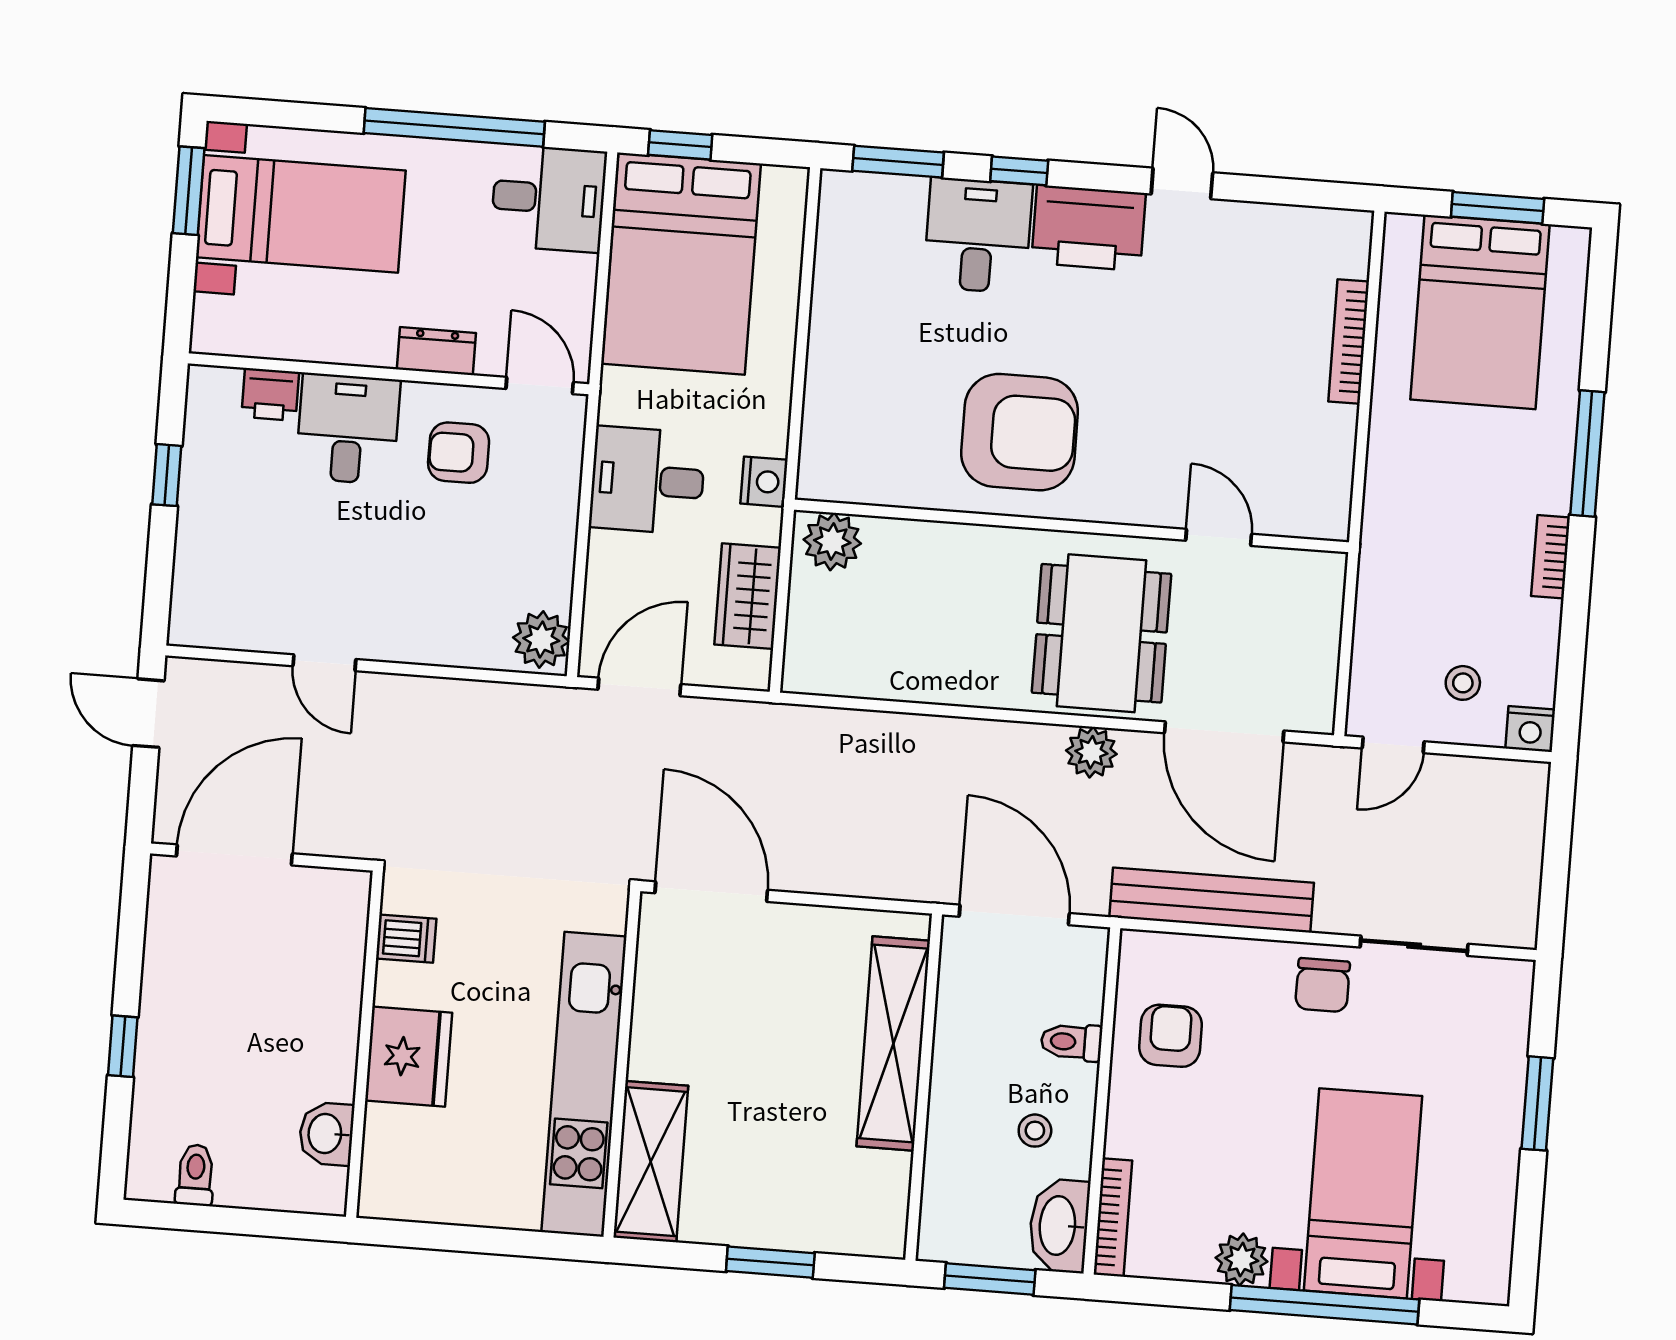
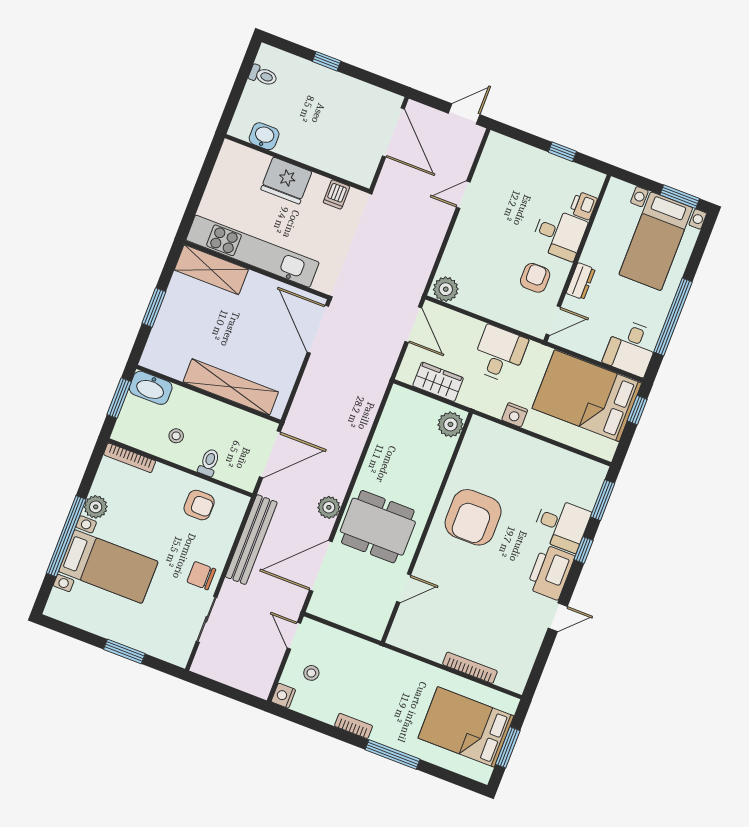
nightstand: (764, 482) -> (515, 415), moved
door: (711, 892) -> (318, 329), swing flipped
washbasin: (1059, 1226) -> (151, 388), moved, turned 180

